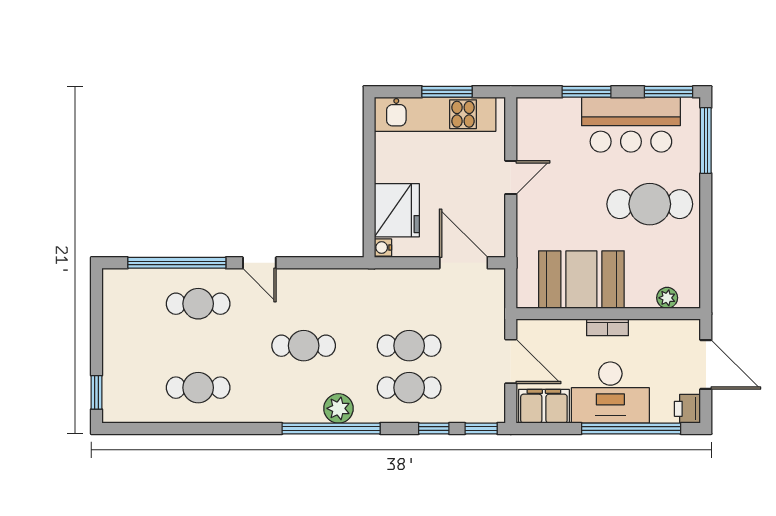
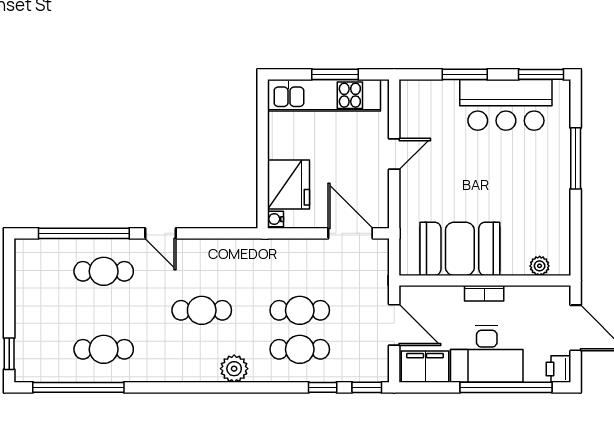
window: (706, 141) -> (576, 158), moved
cafe table: (650, 204) -> (523, 179), removed
window: (331, 429) -> (78, 387), moved

